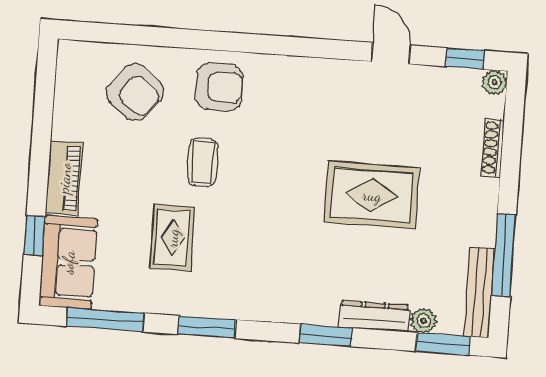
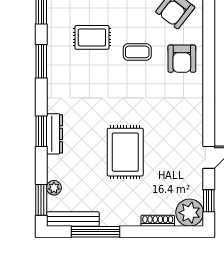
plant: (494, 82) -> (190, 213), width x1.87, depth x1.87
dresser: (374, 316) -> (54, 134), moved

